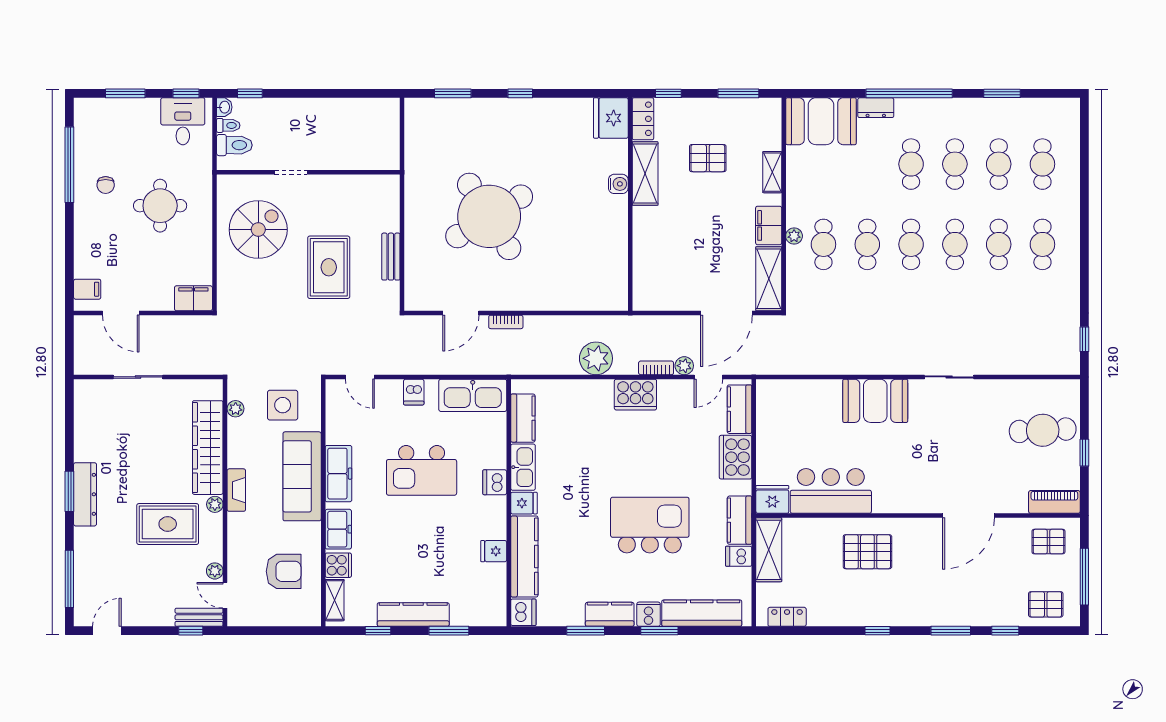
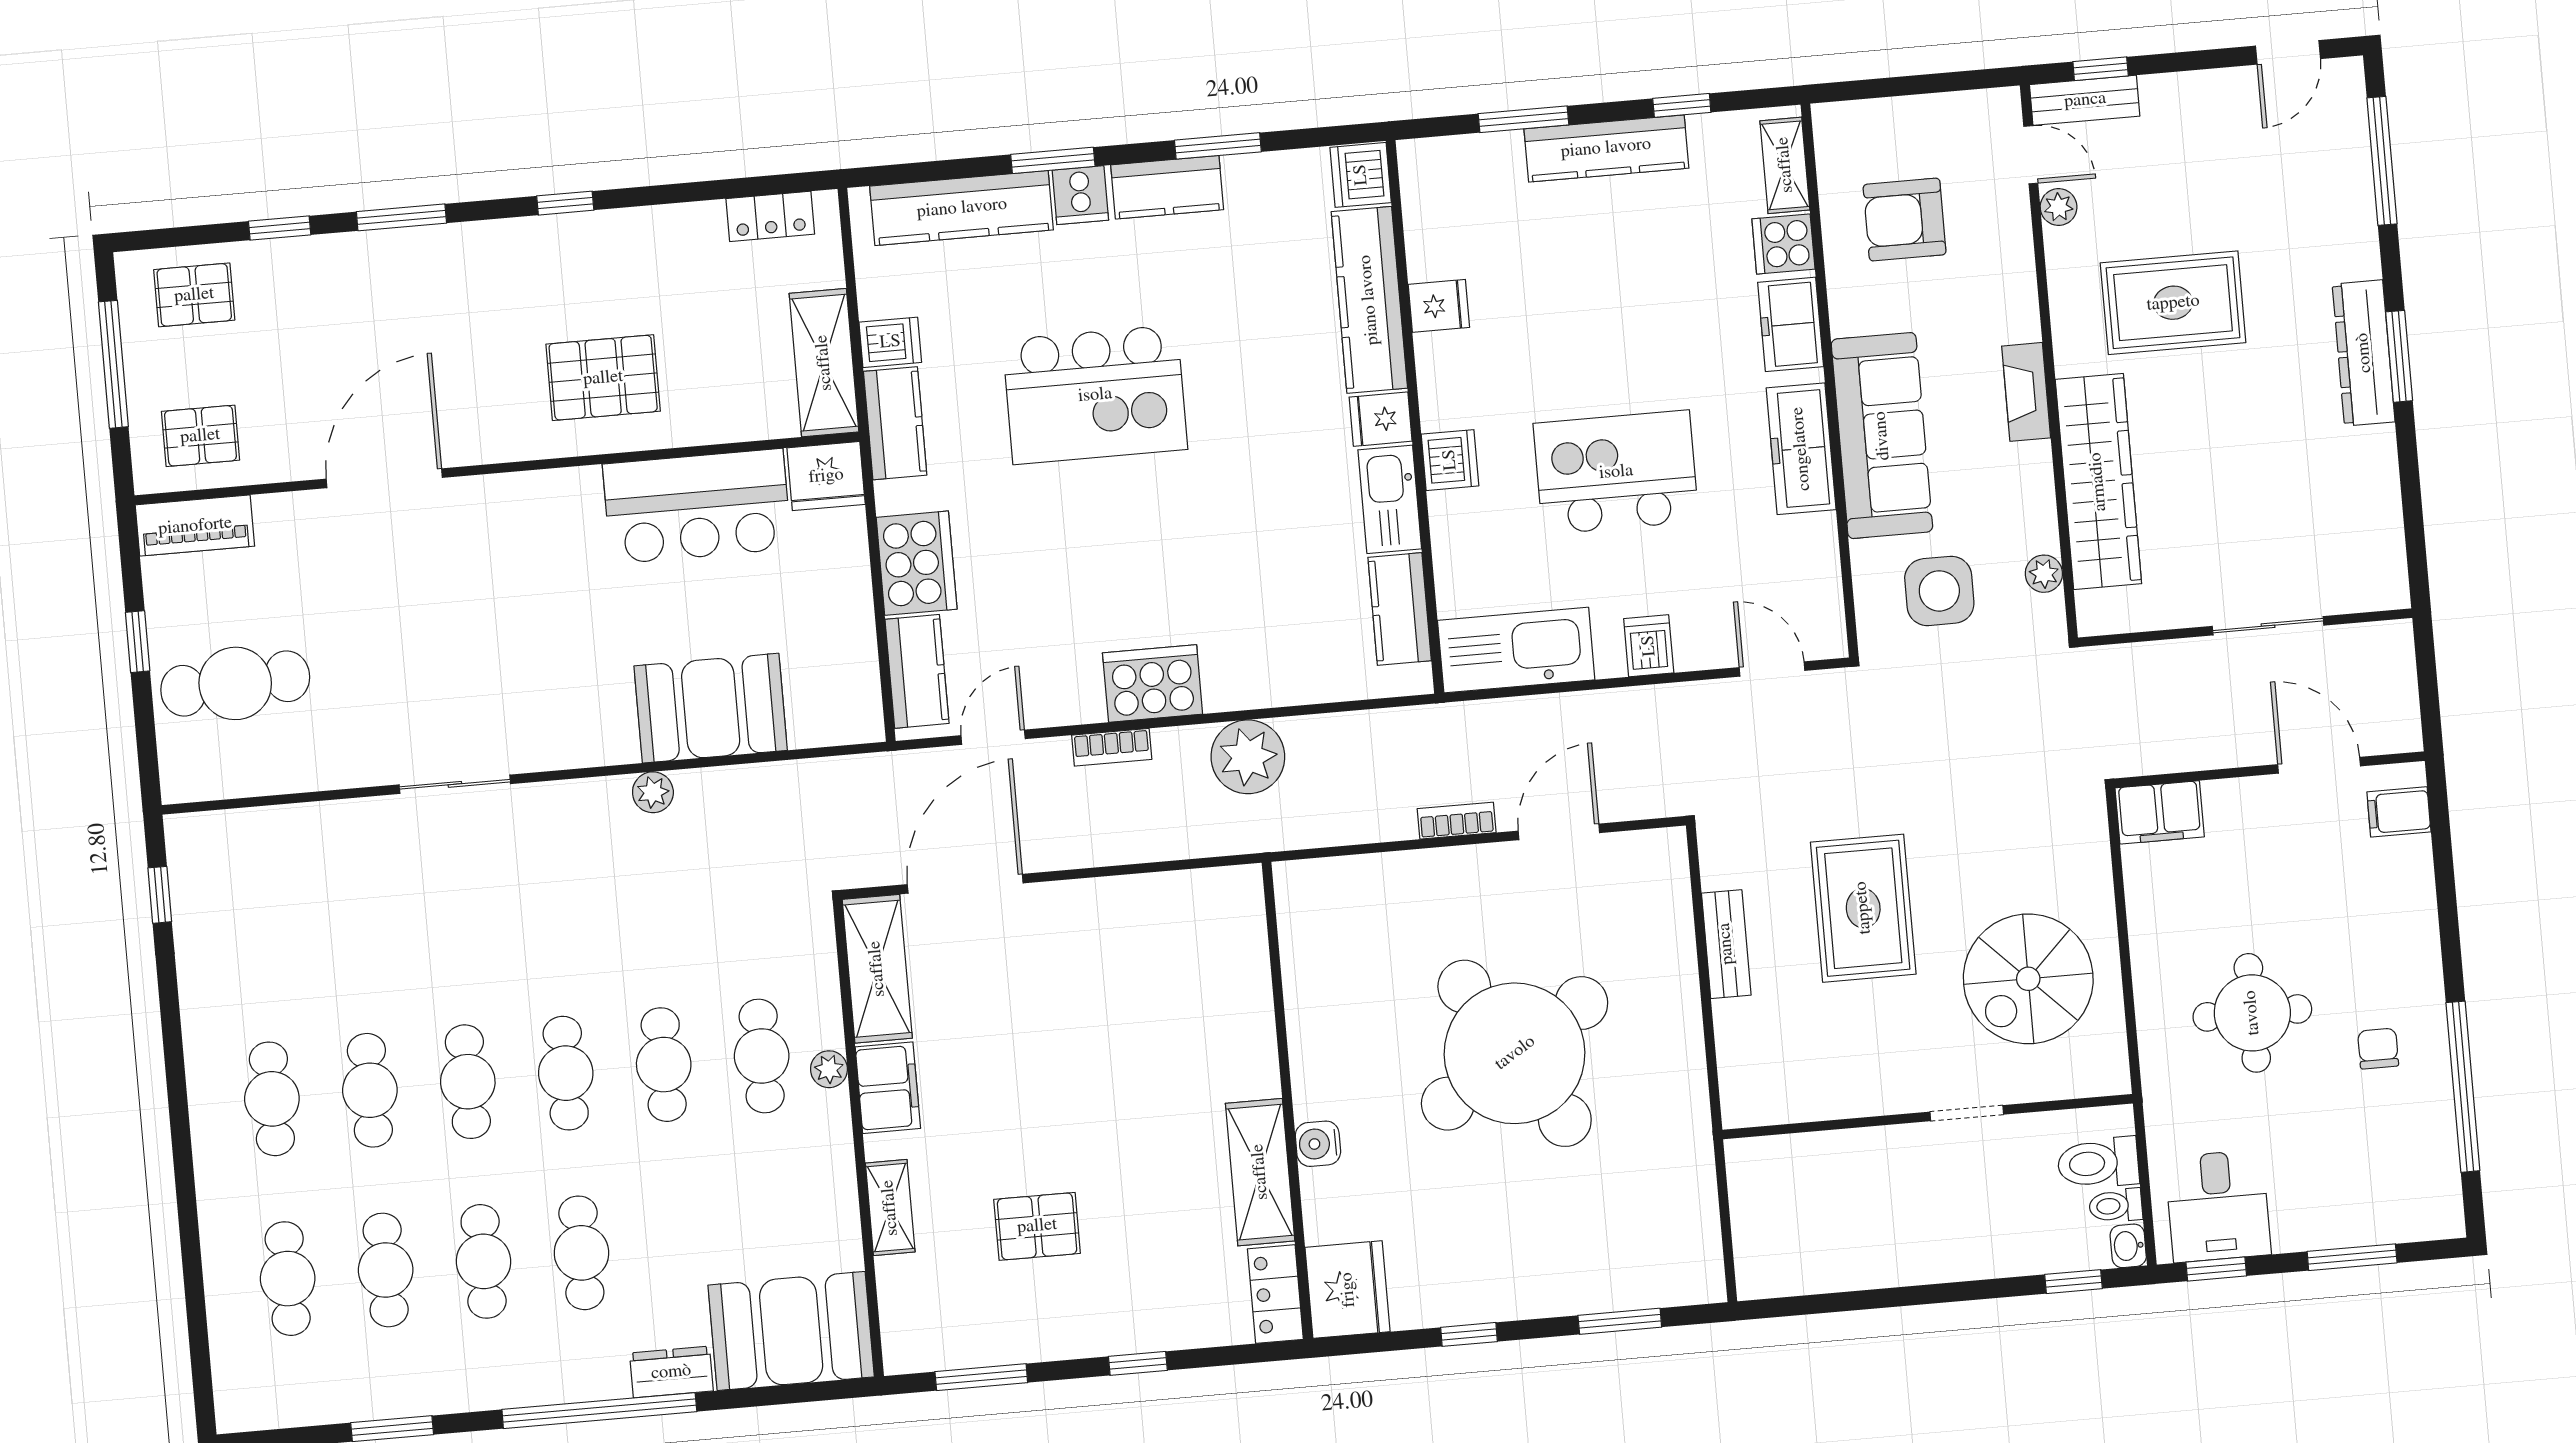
fridge: (611, 118) -> (1348, 1290), moved
locker: (643, 119) -> (1275, 1294), moved
shelving: (645, 174) -> (1260, 1172), moved
water cooler: (618, 184) -> (1318, 1144), moved
wall: (630, 204) -> (1287, 1101), moved
plant: (684, 366) -> (653, 792), moved
booth: (875, 401) -> (711, 708), moved
plant: (215, 504) -> (2071, 356), removed

